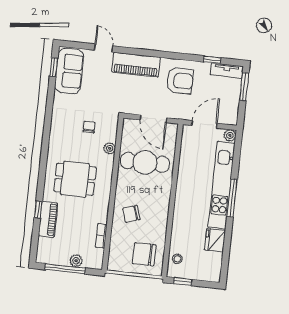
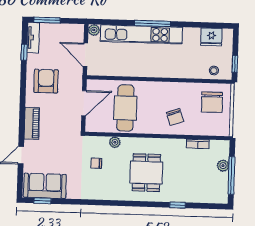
piano: (136, 65) -> (32, 123), width x0.73, depth x0.75
piano: (48, 219) -> (186, 195), removed
fridge: (215, 240) -> (211, 37), moved

